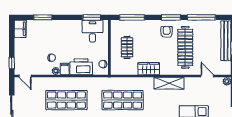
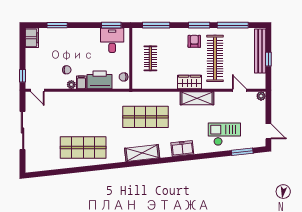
wardrobe: (149, 69) -> (189, 82), moved
shop shelf: (66, 100) -> (83, 117), removed

